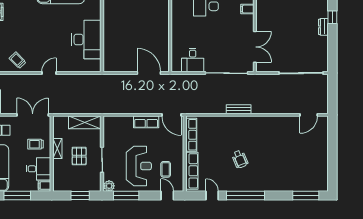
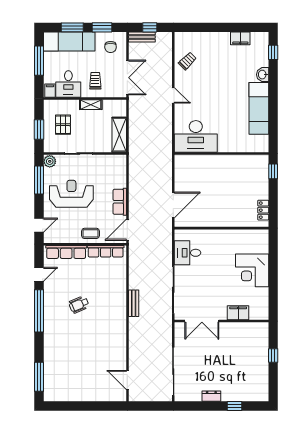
filing cabinet: (247, 9) -> (238, 313), width x2.00
dresser: (323, 27) -> (211, 396), moved
desk: (86, 39) -> (196, 136), moved
pallet: (79, 156) -> (63, 125), moved, turned 90
reception desk: (139, 166) -> (71, 194), turned 180
coffee table: (166, 169) -> (90, 233), moved

